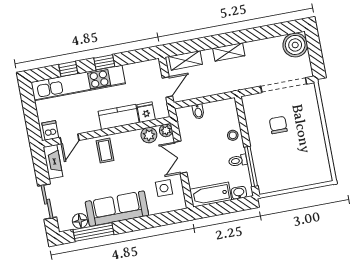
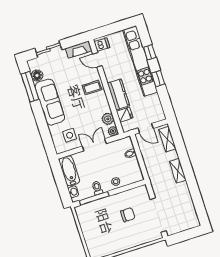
boiler: (295, 45) -> (189, 220), removed

